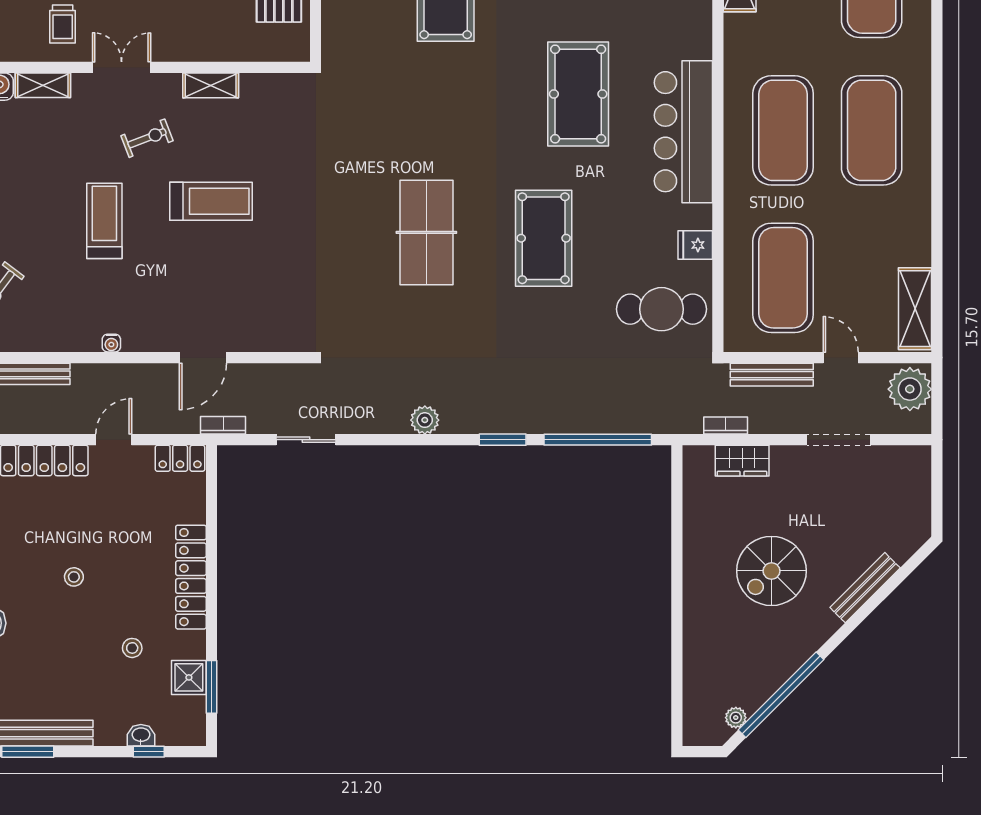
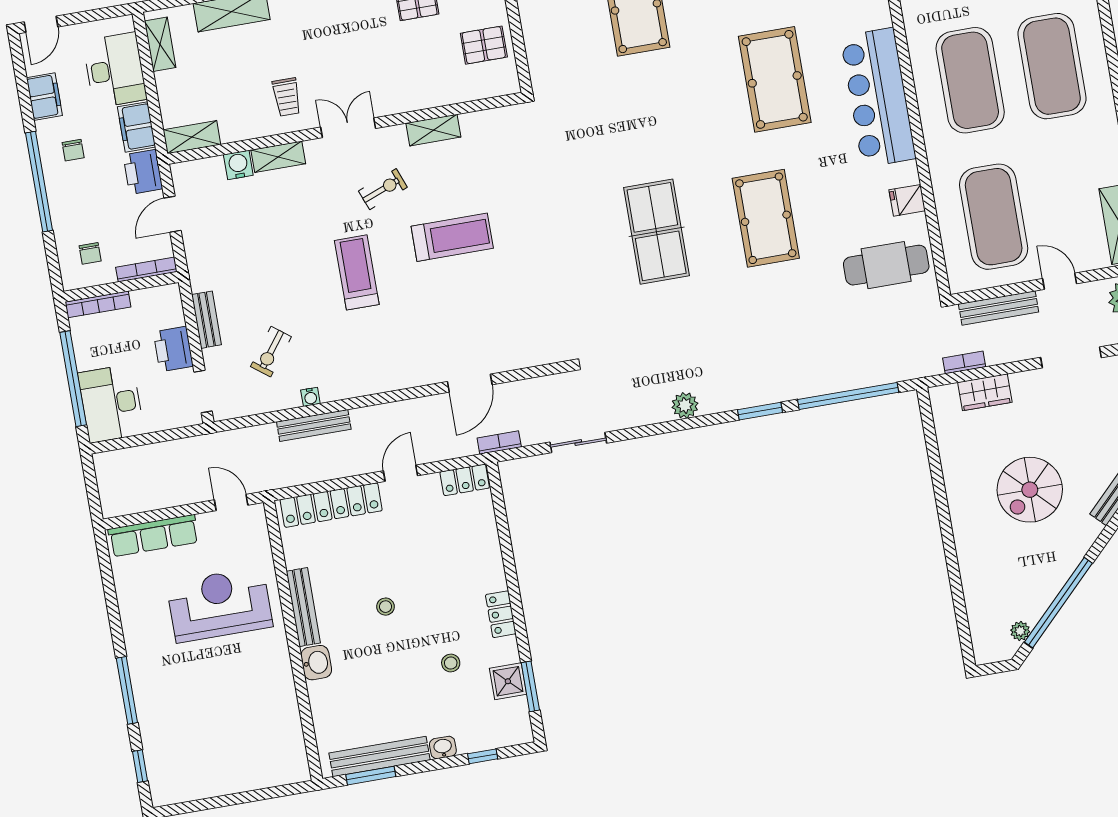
water cooler: (111, 343) -> (310, 397), moved
locker: (191, 577) -> (501, 614), width x0.46, depth x0.83
washbasin: (141, 735) -> (443, 747), moved

